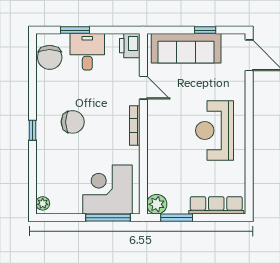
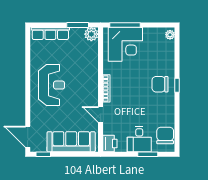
window: (205, 30) -> (43, 154), moved
chair: (73, 122) -> (160, 84), moved

